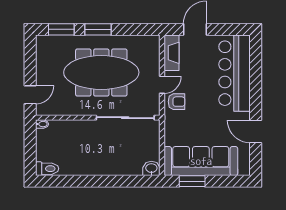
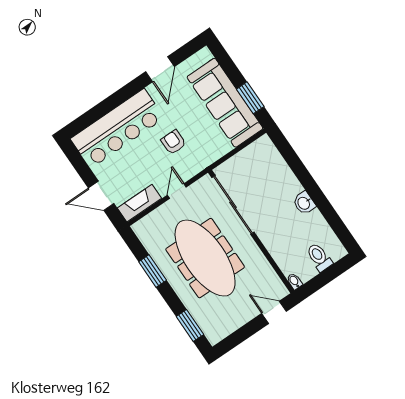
window: (98, 29) -> (153, 271), moved
door: (162, 85) -> (177, 191), hinge flipped
armchair: (177, 102) -> (173, 142), moved
washbasin: (151, 168) -> (304, 203), moved
toilet: (47, 169) -> (319, 257), moved

